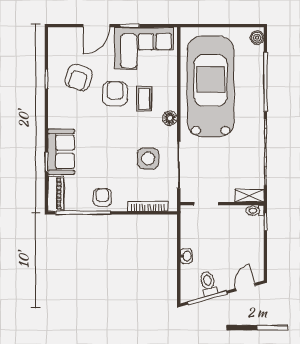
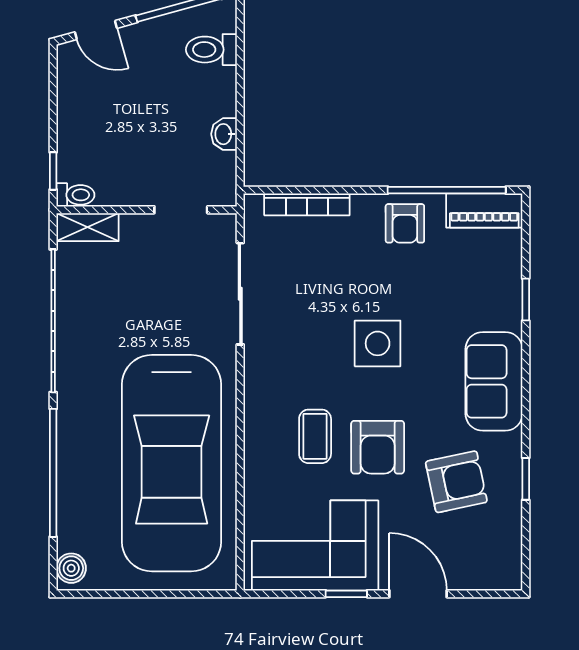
door: (96, 26) -> (418, 594), hinge flipped
armchair: (79, 78) -> (456, 482), turned 60
floor lamp: (170, 118) -> (259, 394), removed
sofa: (61, 152) -> (494, 381), moved
side table: (148, 158) -> (378, 343), moved
piano: (56, 194) -> (484, 210), moved, turned -90
washbasin: (186, 256) -> (224, 134), moved
toilet: (208, 283) -> (211, 50), moved, turned 105
door: (246, 287) -> (96, 30), hinge flipped

